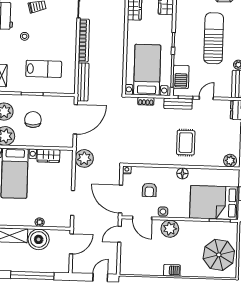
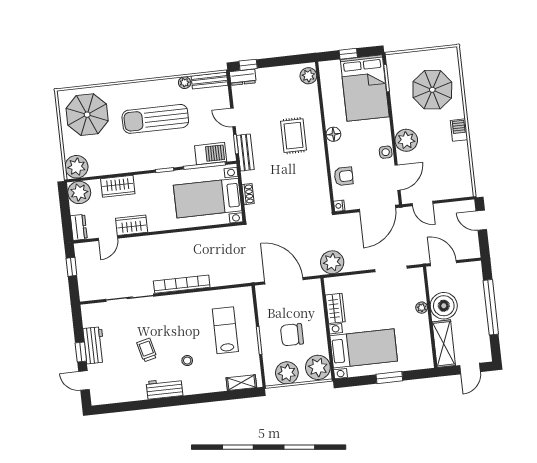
bench: (83, 82) -> (235, 278), removed
rug: (186, 143) -> (294, 136), turned 90
armchair: (149, 190) -> (344, 176), moved
parasol: (219, 255) -> (432, 90), moved

